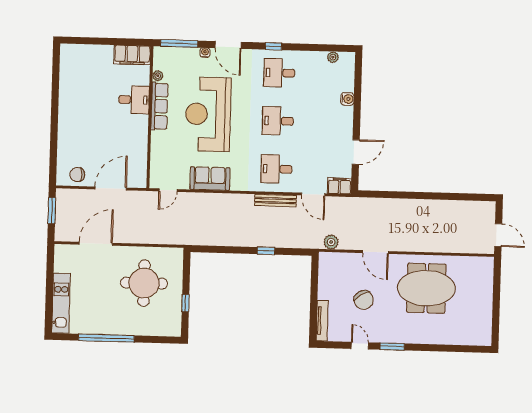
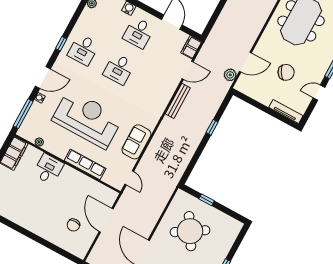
row of seats: (159, 106) -> (85, 164), moved
reception desk: (208, 114) -> (87, 119), turned 180
desk: (276, 169) -> (139, 33), moved
chair: (77, 175) -> (73, 225), moved
door: (375, 252) -> (245, 62), moved
round table: (144, 283) -> (190, 231), turned -32
window: (186, 303) -> (207, 200), moved

